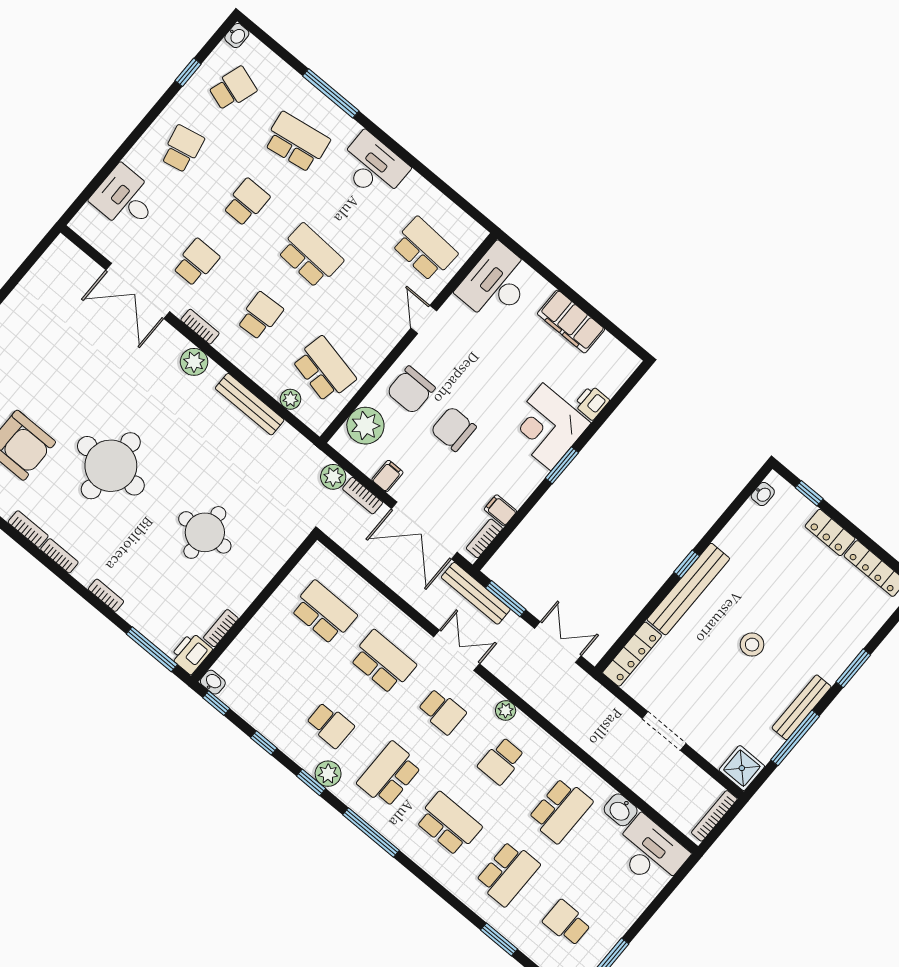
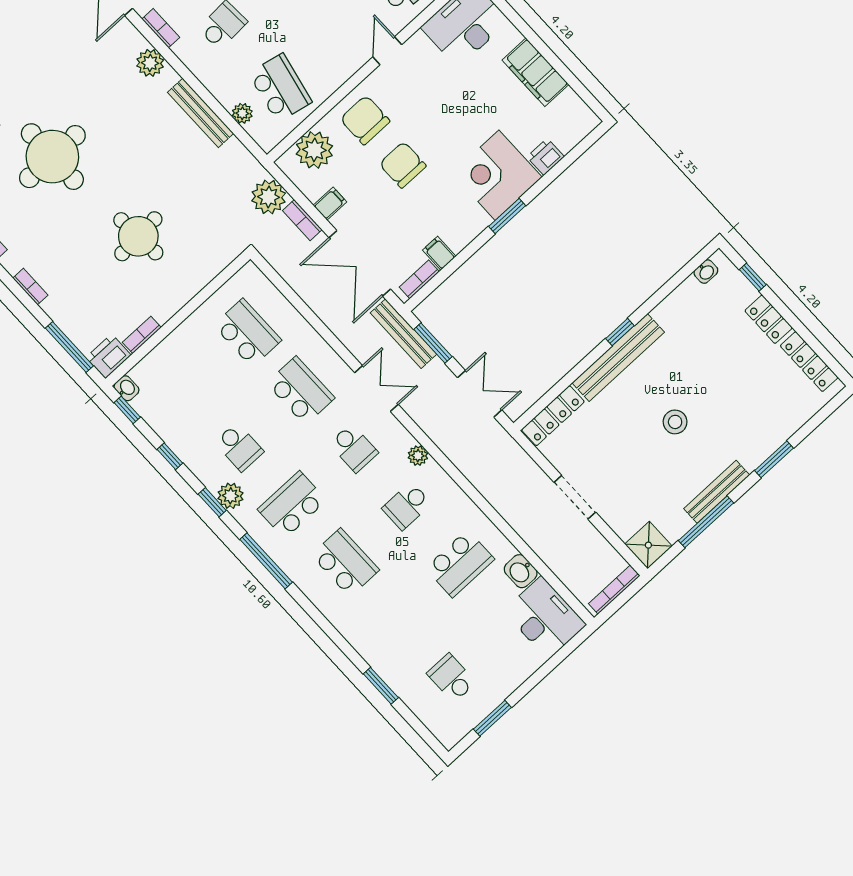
chair: (411, 390) -> (365, 120), turned 90
plant: (333, 477) -> (269, 197), width x1.36, depth x1.36
school desk: (508, 873) -> (398, 620), removed

